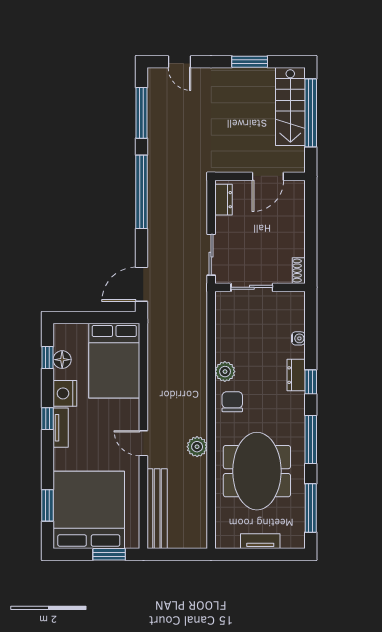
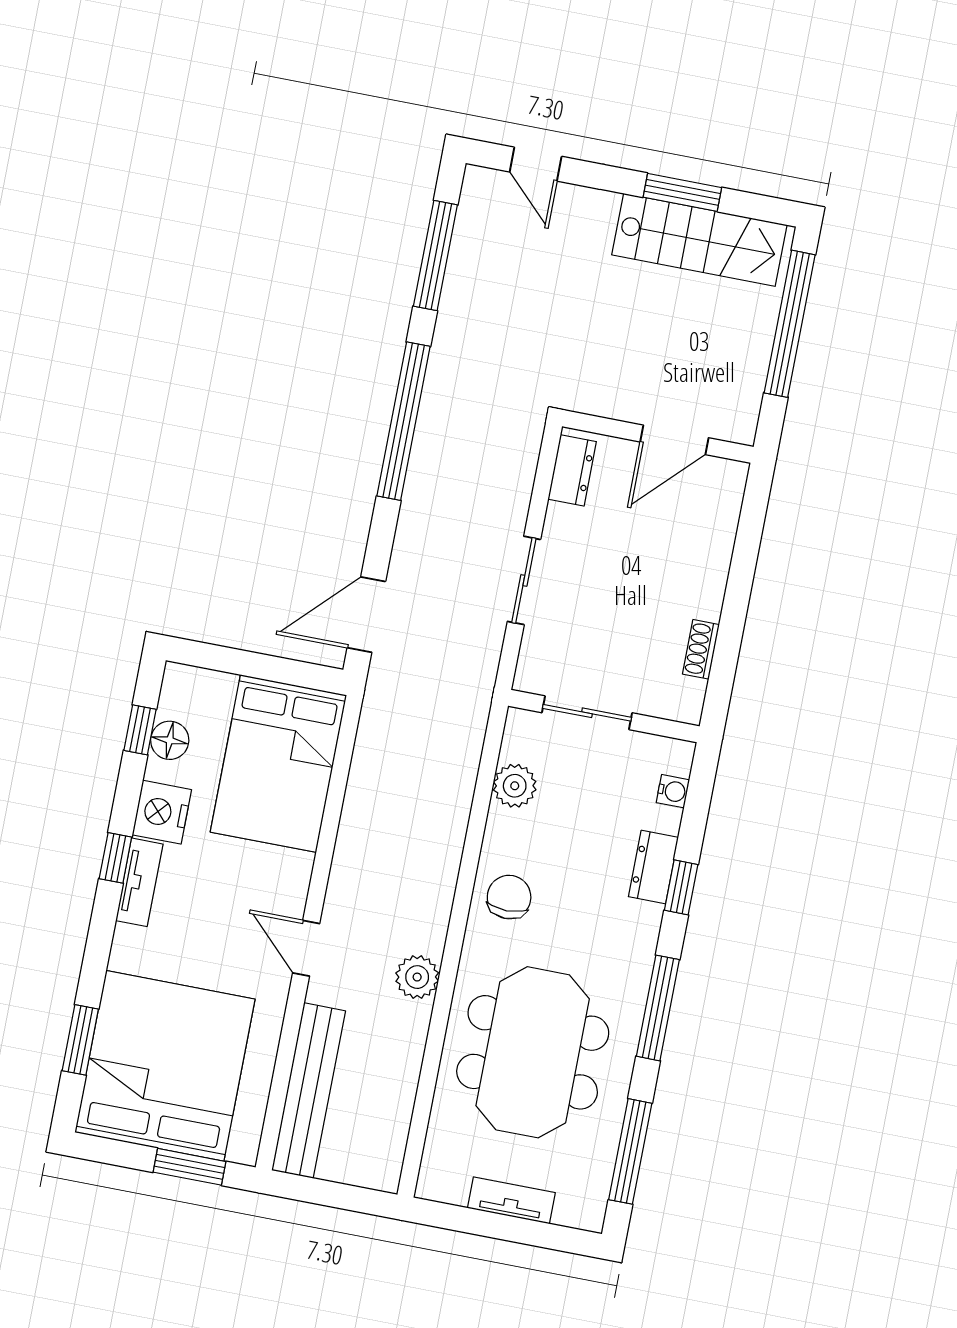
stairs: (290, 107) -> (699, 240), moved, turned -90
sliding door: (252, 287) -> (587, 713), moved
wall: (260, 287) -> (604, 716), moved
plant: (225, 372) -> (515, 786), moved

